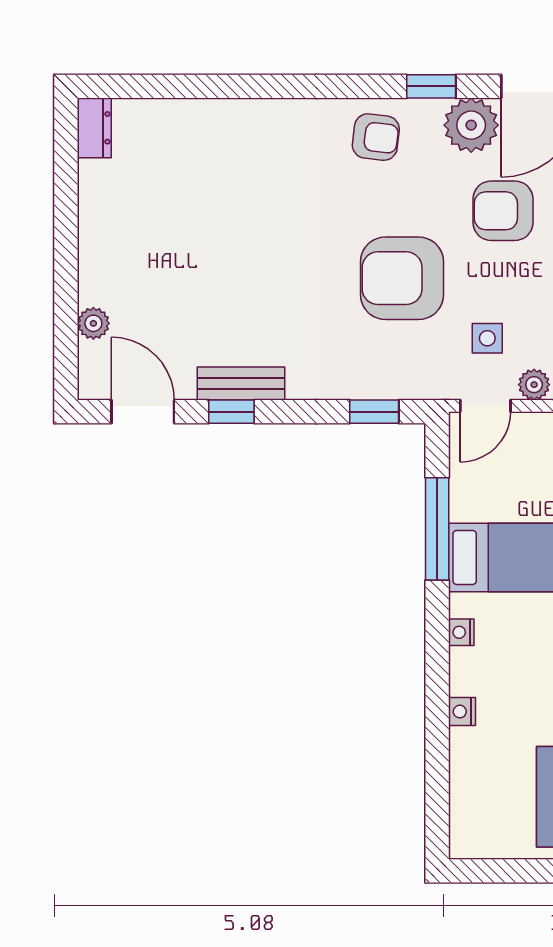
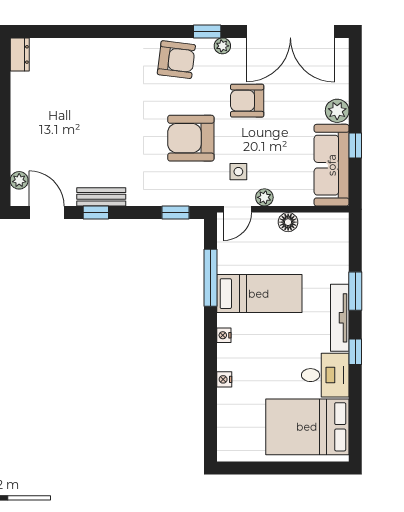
plant: (471, 125) -> (222, 46), width x0.53, depth x0.53
armchair: (376, 137) -> (176, 60), width x1.38, depth x1.38
plant: (93, 323) -> (19, 180), moved

